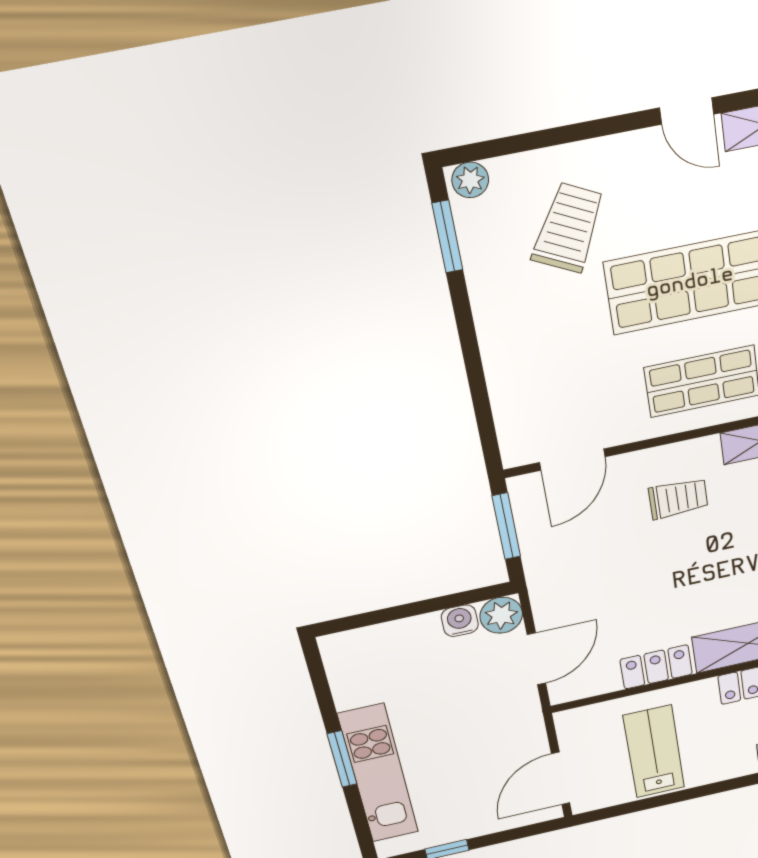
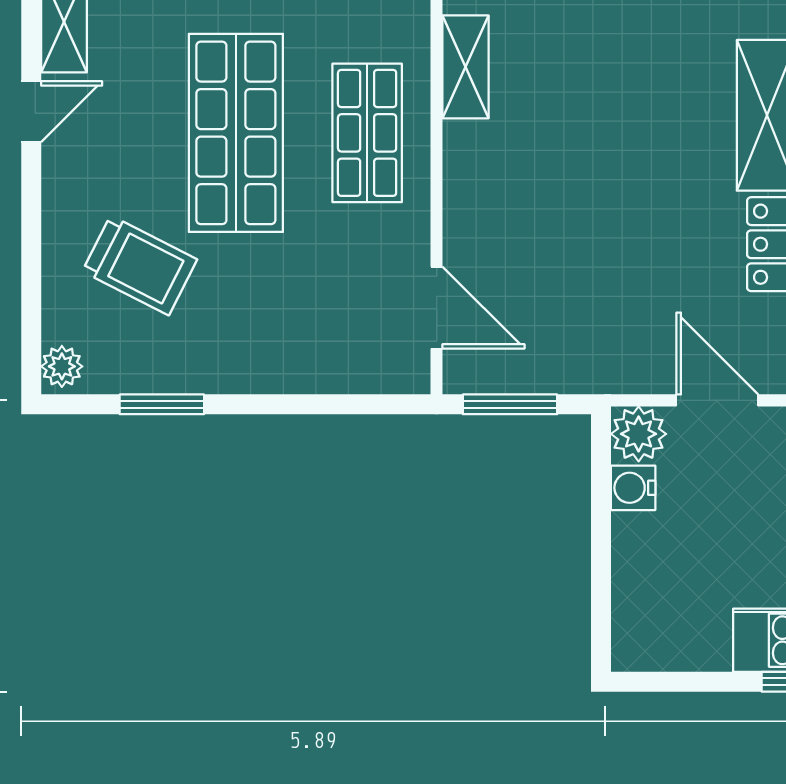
trolley: (569, 228) -> (140, 265), turned 180
window: (447, 237) -> (162, 404), moved
trolley: (678, 498) -> (523, 182), removed

